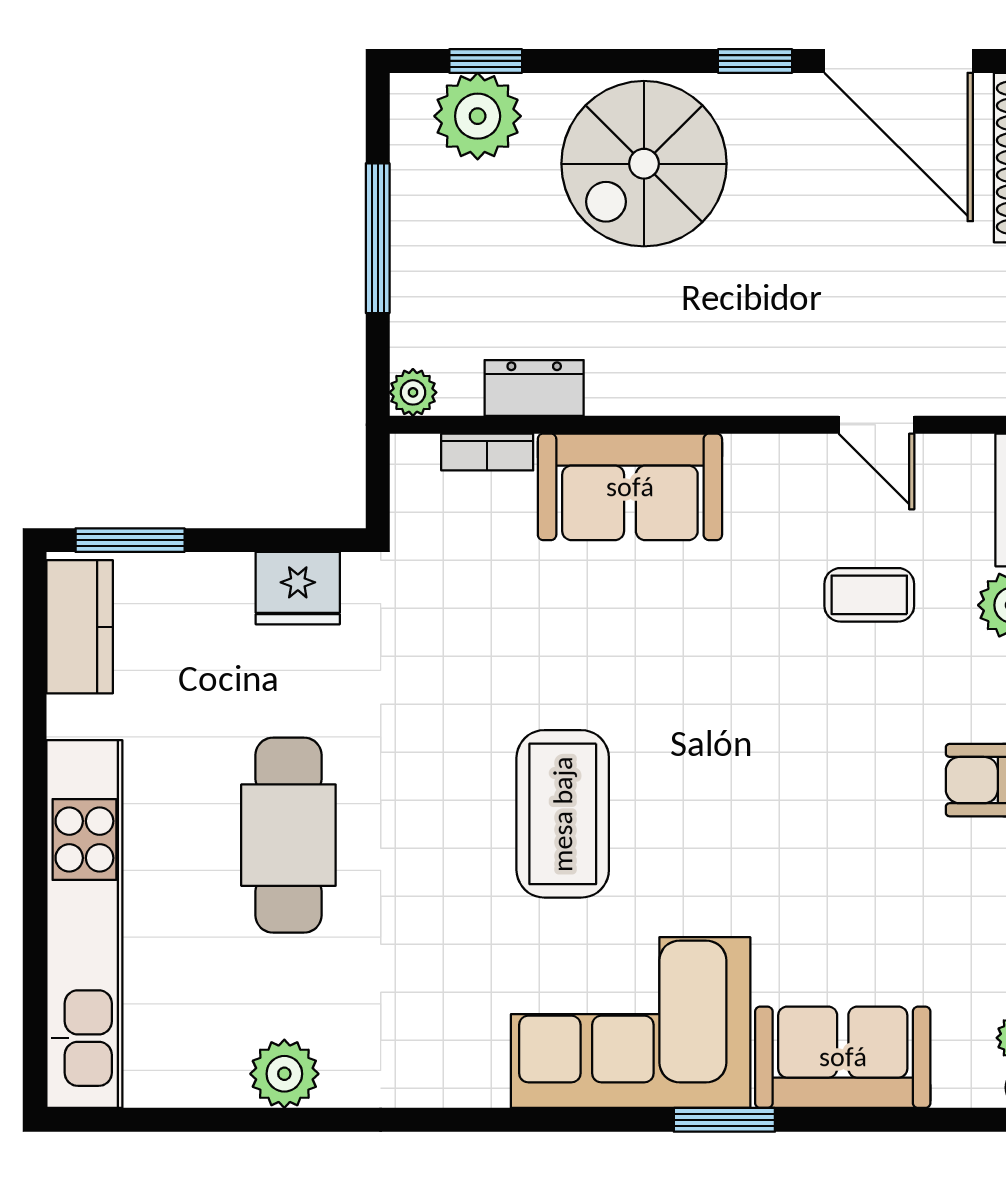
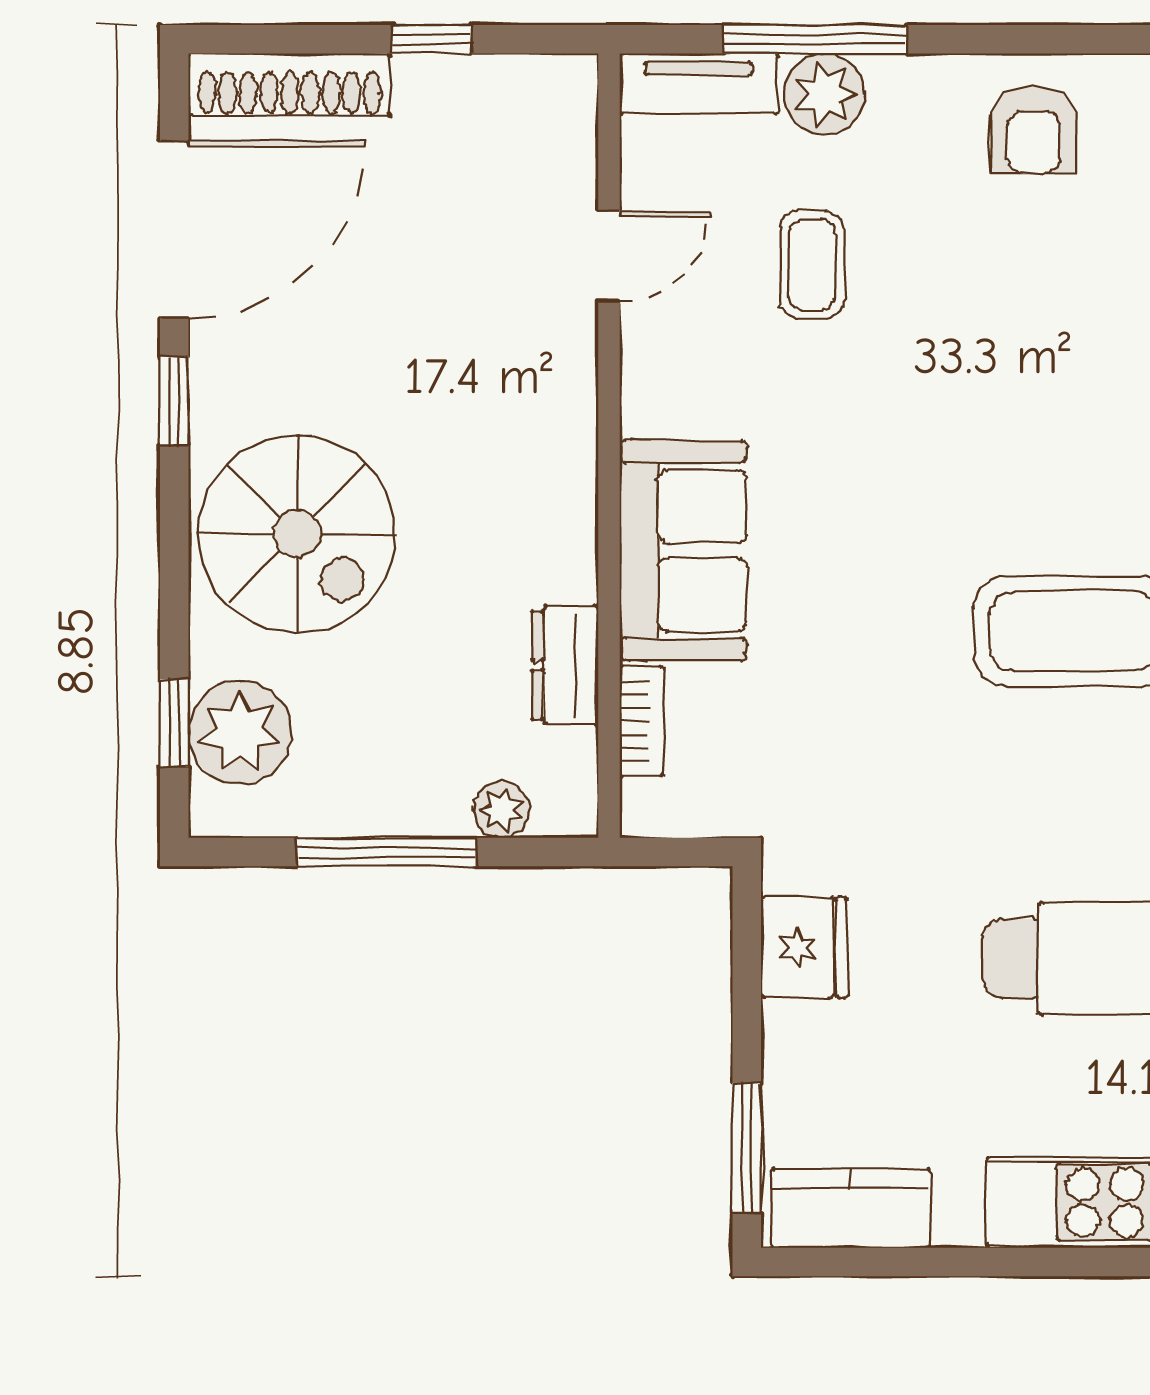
plant: (413, 392) -> (502, 810), moved

